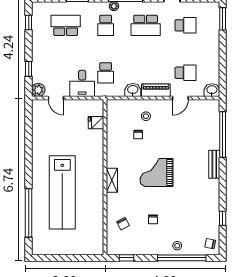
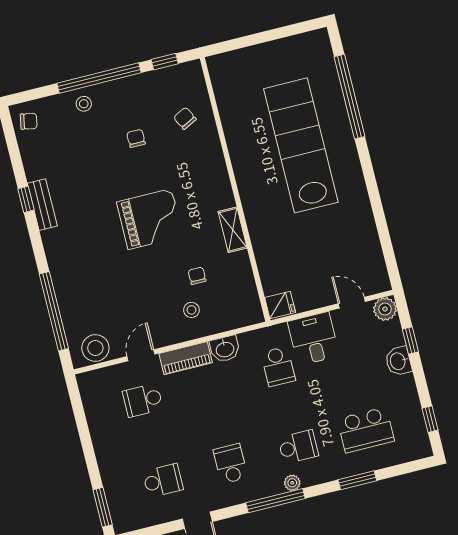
school desk: (106, 25) -> (298, 447), turned 90
school desk: (146, 25) -> (231, 464), width x0.54
school desk: (185, 25) -> (163, 481), turned 180
school desk: (106, 73) -> (278, 366), turned 180
washbasin: (212, 90) -> (398, 361), moved, turned 90
stool: (205, 108) -> (95, 348), added
fridge: (96, 123) -> (280, 305), moved
bench: (214, 164) -> (42, 205), moved
shelving: (112, 180) -> (233, 230), moved
window: (223, 218) -> (26, 199), moved
window: (182, 258) -> (99, 78), moved

